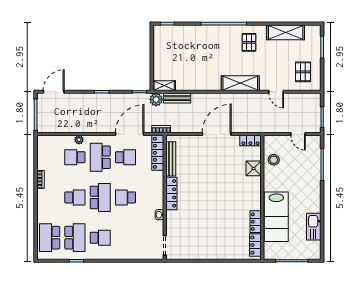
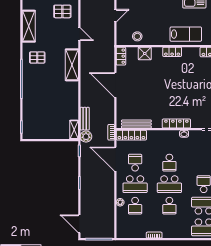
door: (276, 92) -> (79, 34), hinge flipped
locker: (171, 193) -> (176, 124), moved
school desk: (75, 197) -> (169, 206), turned 180
school desk: (100, 197) -> (169, 184), turned 180
lab bench: (276, 217) -> (186, 34), width x0.73, depth x0.72
locker: (256, 222) -> (172, 52), moved

